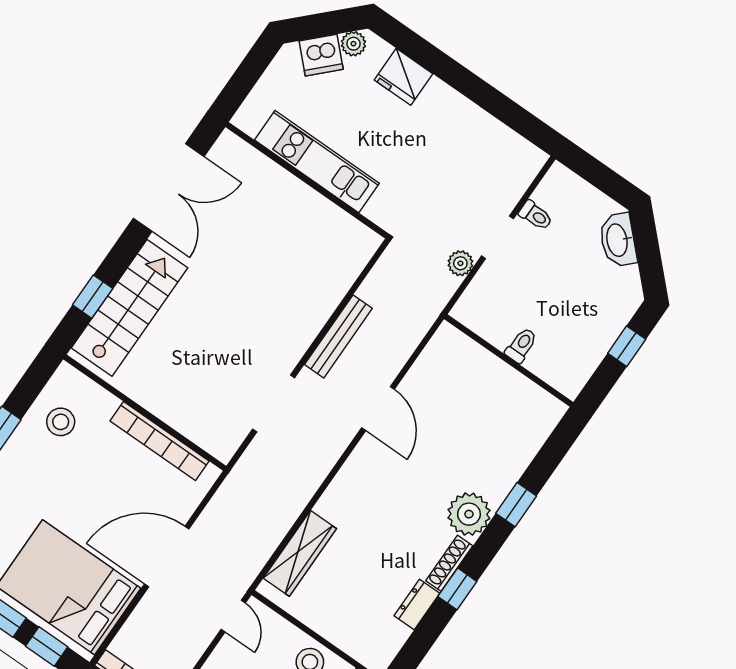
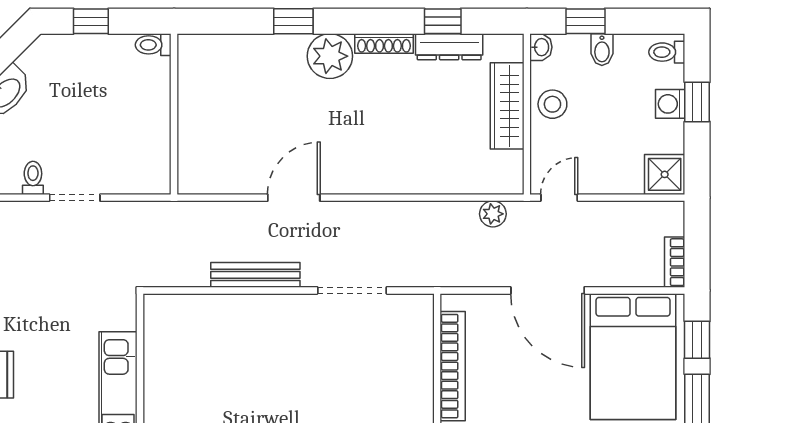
plant: (460, 263) -> (493, 214), moved
toilet: (521, 345) -> (153, 45), moved
wardrobe: (300, 553) -> (507, 106), moved, turned -90
window: (457, 589) -> (443, 21), moved
dresser: (417, 605) -> (449, 47), width x1.44

